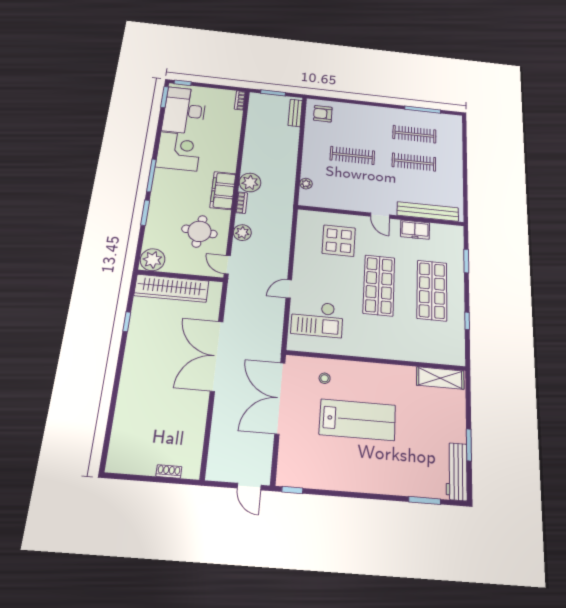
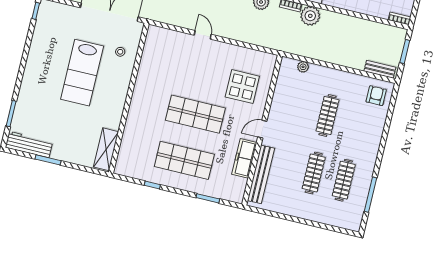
freezer: (415, 230) -> (244, 158), width x1.40
checkout: (317, 319) -> (172, 55), removed

